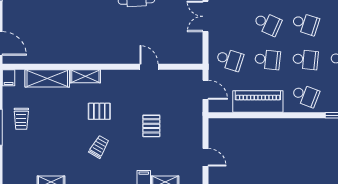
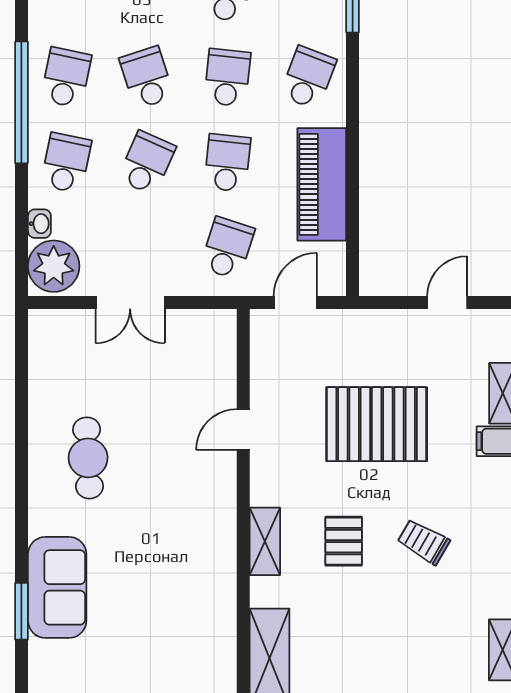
school desk: (305, 24) -> (147, 78), turned -36
shelving: (85, 76) -> (265, 541), moved
pallet: (151, 126) -> (377, 424), width x2.05, depth x2.00

